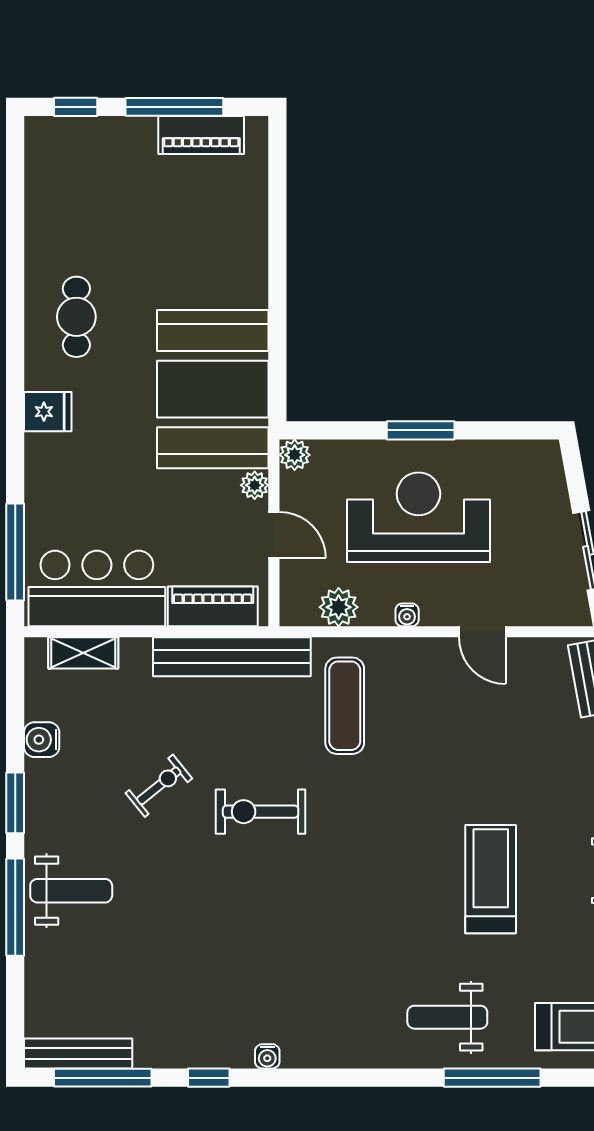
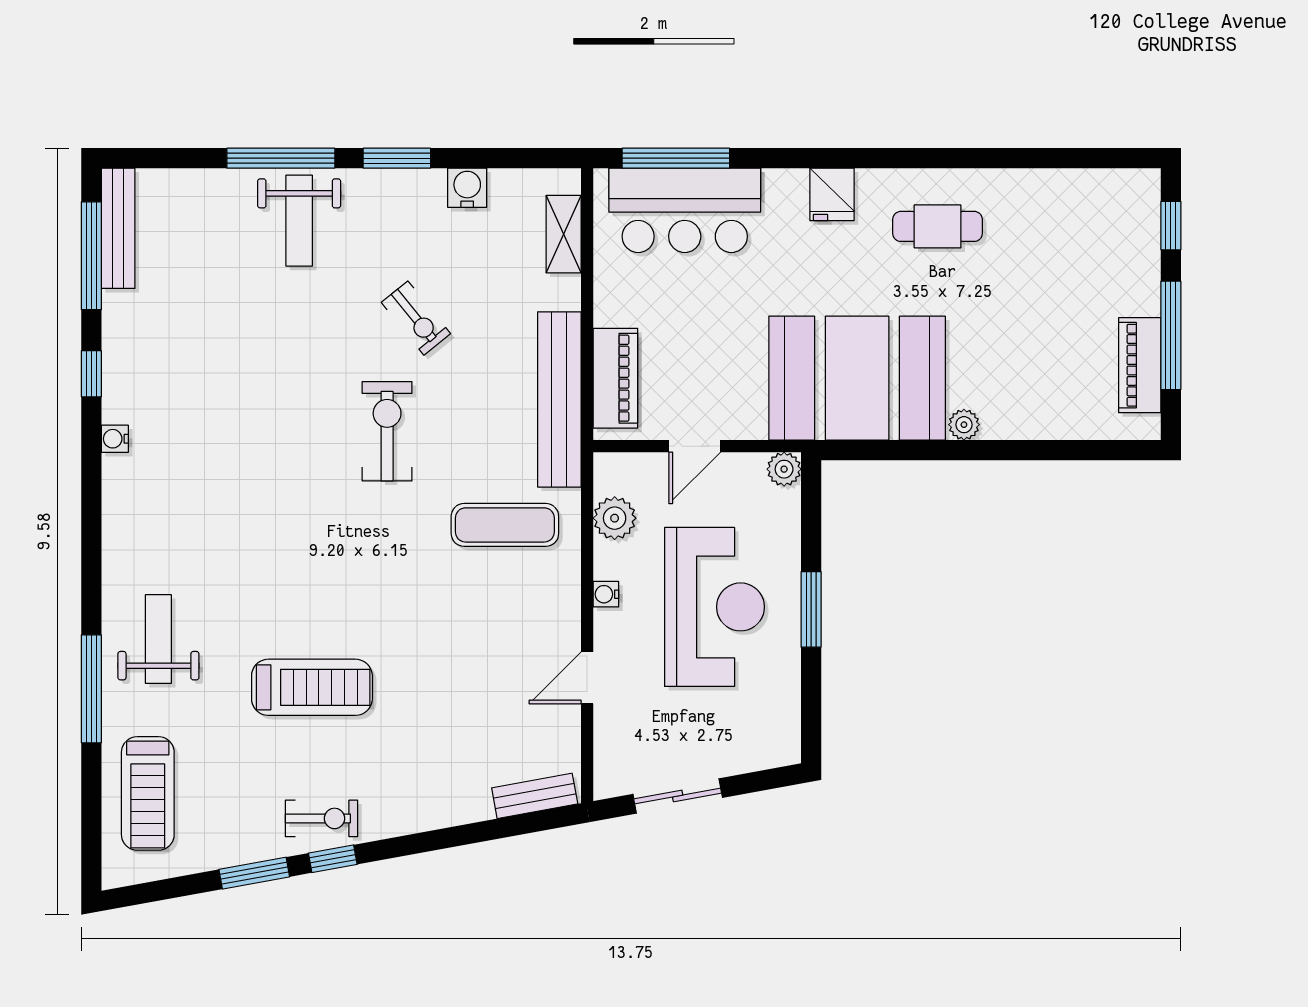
plant: (255, 485) -> (964, 425), moved
bar counter: (97, 588) -> (685, 210), moved, turned 90

